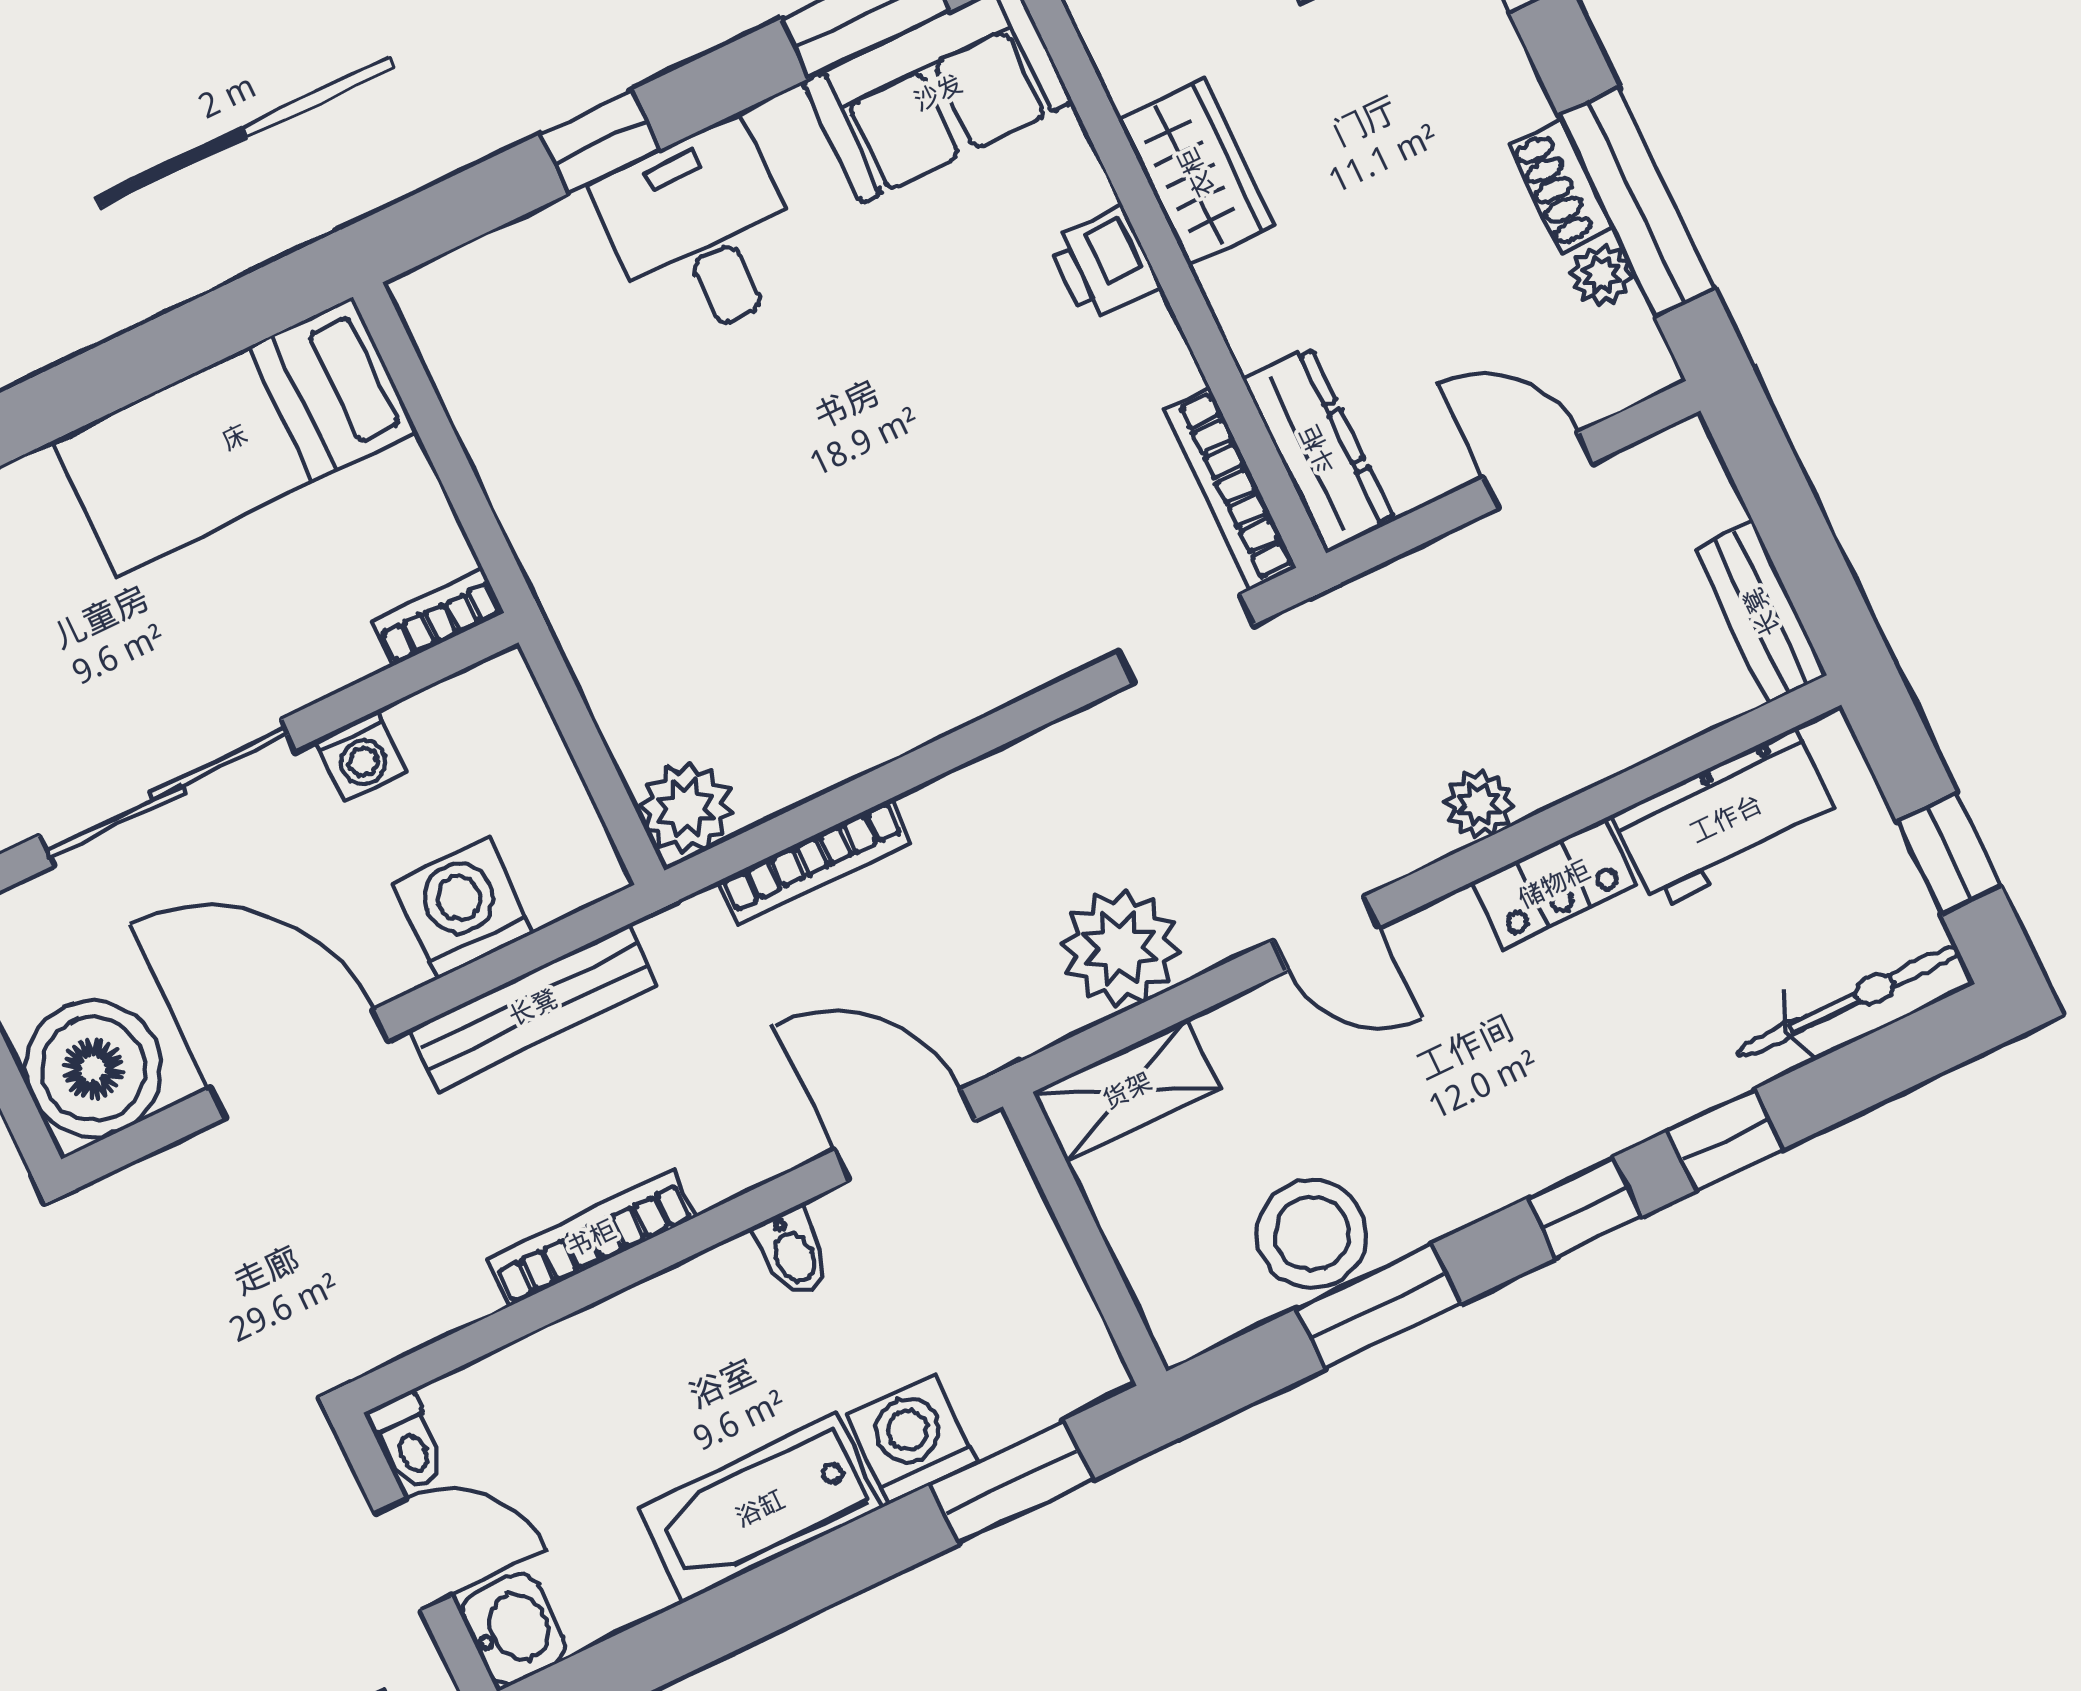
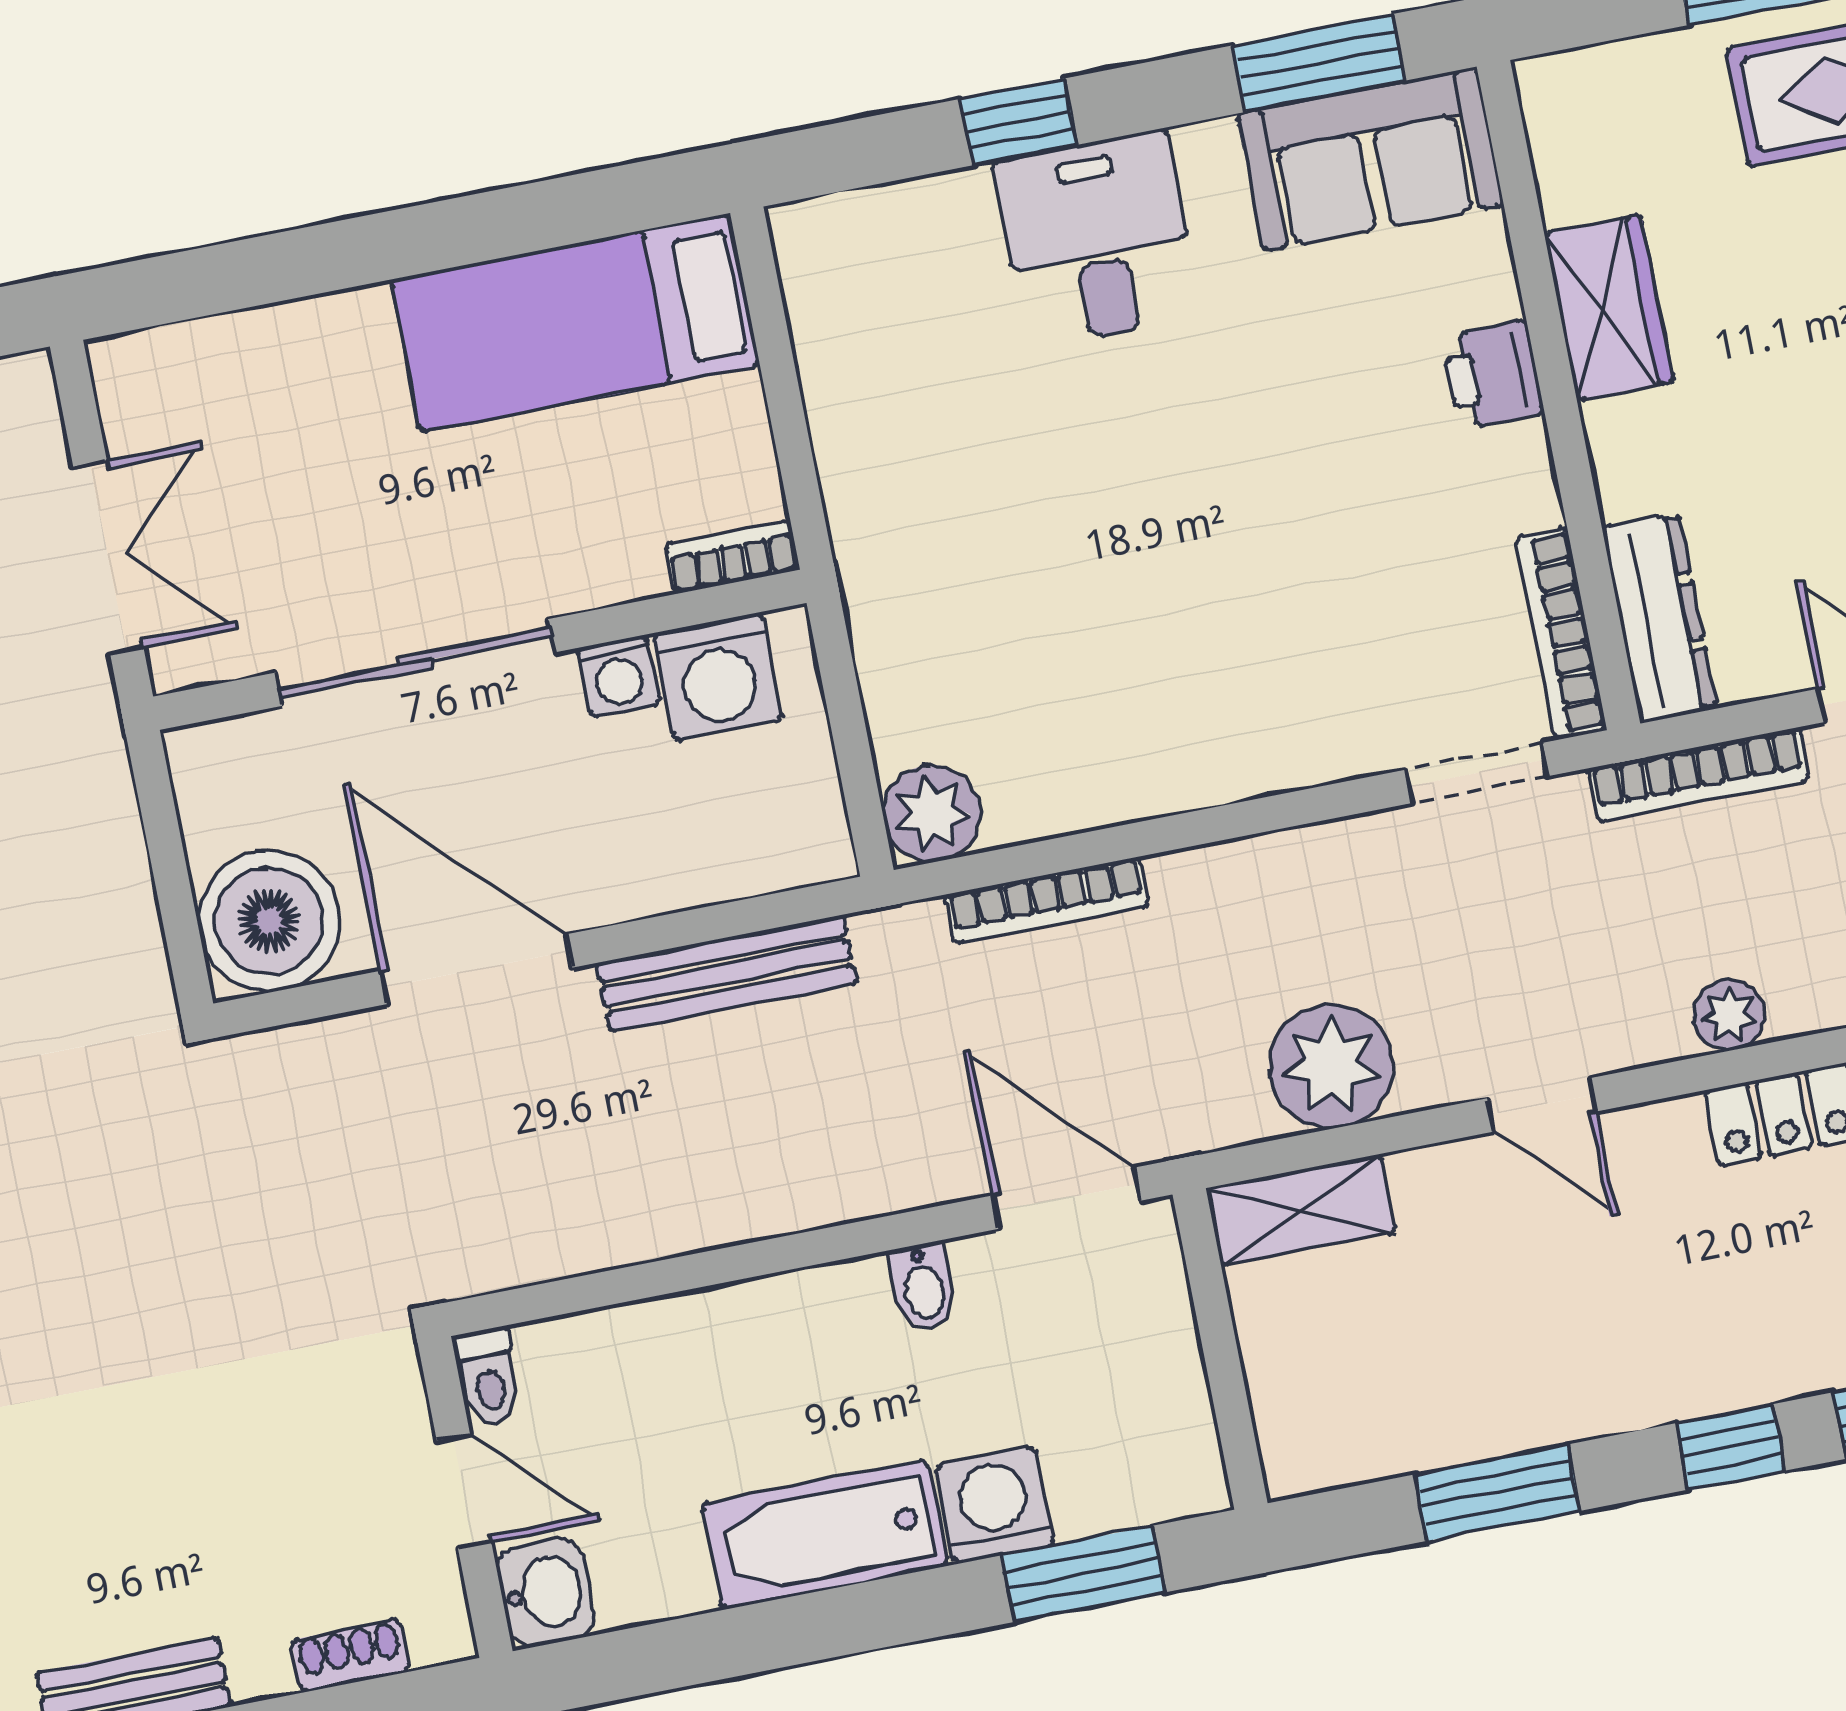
washing machine: (463, 908) -> (718, 677), moved, turned 180
stool: (1312, 1234) -> (1450, 1403), removed
bookcase: (591, 1238) -> (1699, 775), moved, turned 180

